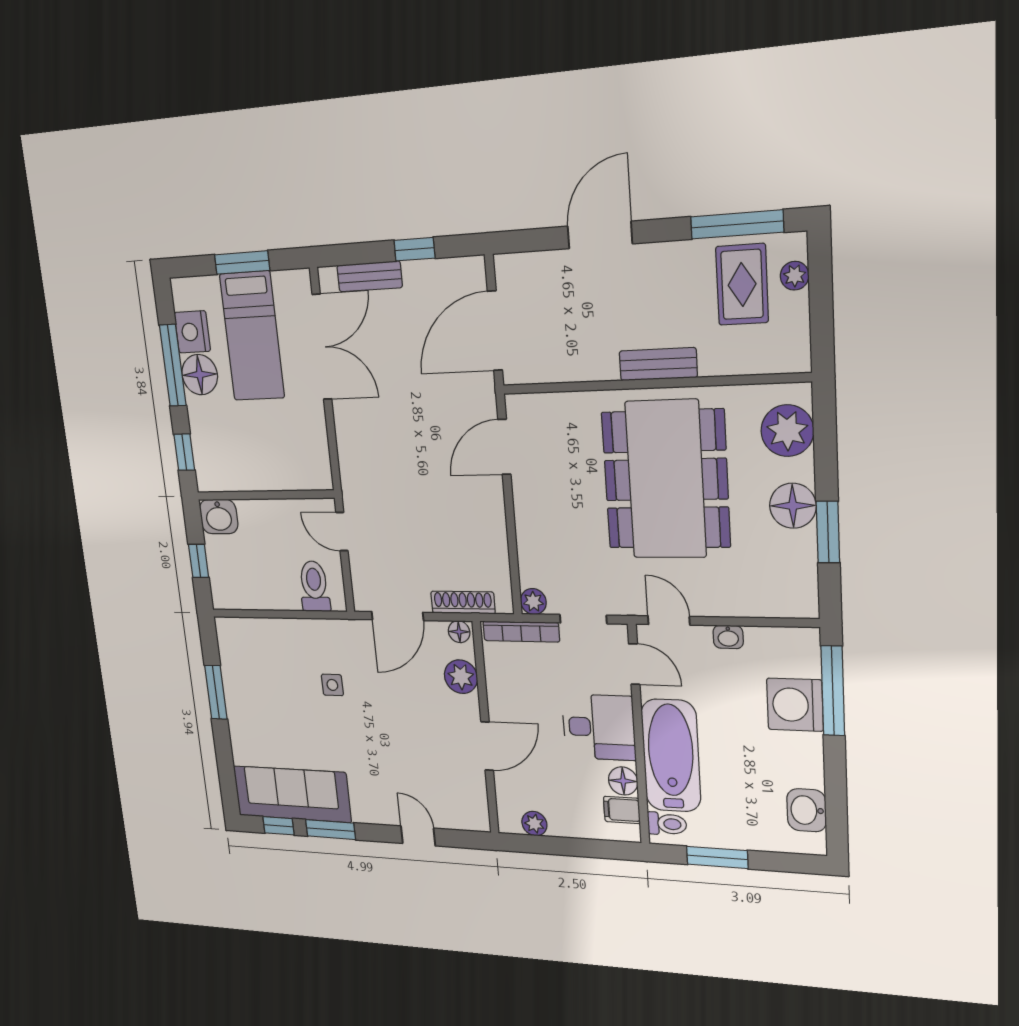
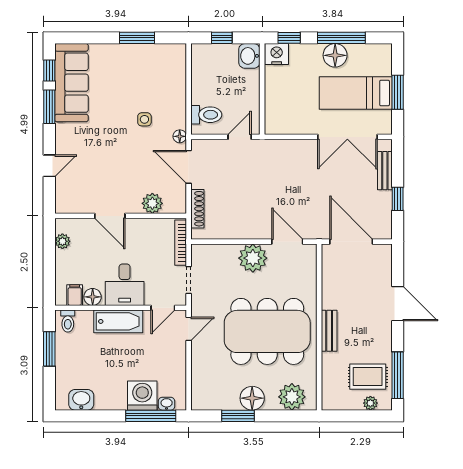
nightstand: (192, 332) -> (277, 54), moved
plant: (533, 602) -> (253, 258), moved, width x1.88, depth x1.88
floor lamp: (459, 632) -> (180, 136), moved
washbasin: (728, 637) -> (167, 404), moved, turned 90
bathtub: (671, 756) -> (118, 321), width x0.73, depth x0.73

